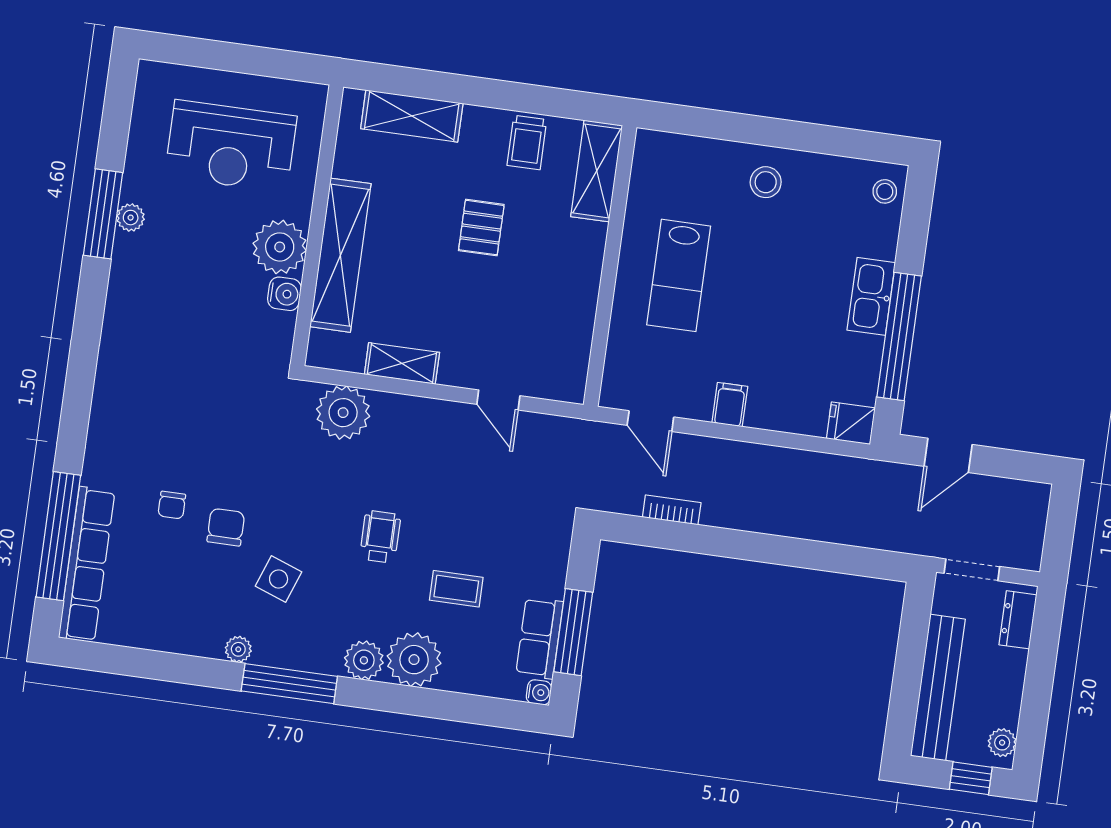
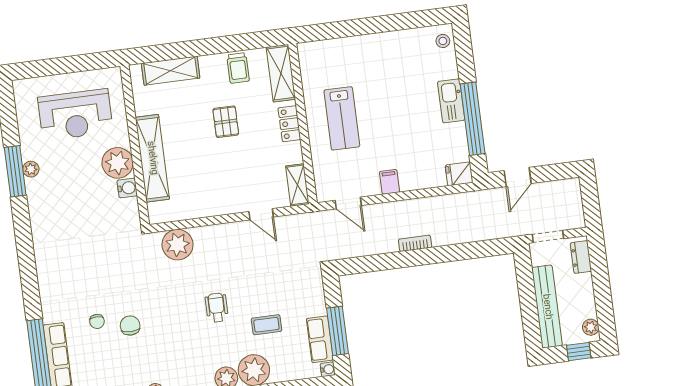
stool: (766, 182) -> (376, 54), removed
locker: (588, 260) -> (289, 124), added
shelving: (402, 363) -> (297, 185), moved, turned 90
bookcase: (672, 510) -> (415, 243), moved
side table: (279, 579) -> (167, 346), removed

